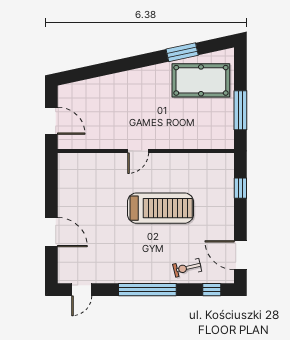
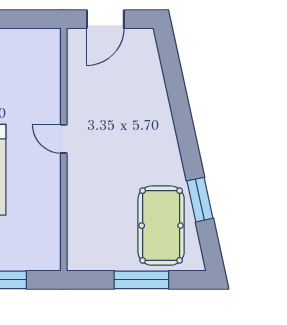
window: (240, 110) -> (141, 280), moved

